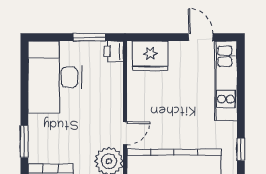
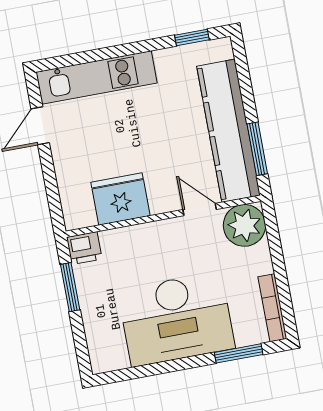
fridge: (150, 56) -> (120, 199), moved, turned -90
desk: (55, 77) -> (176, 319), moved

